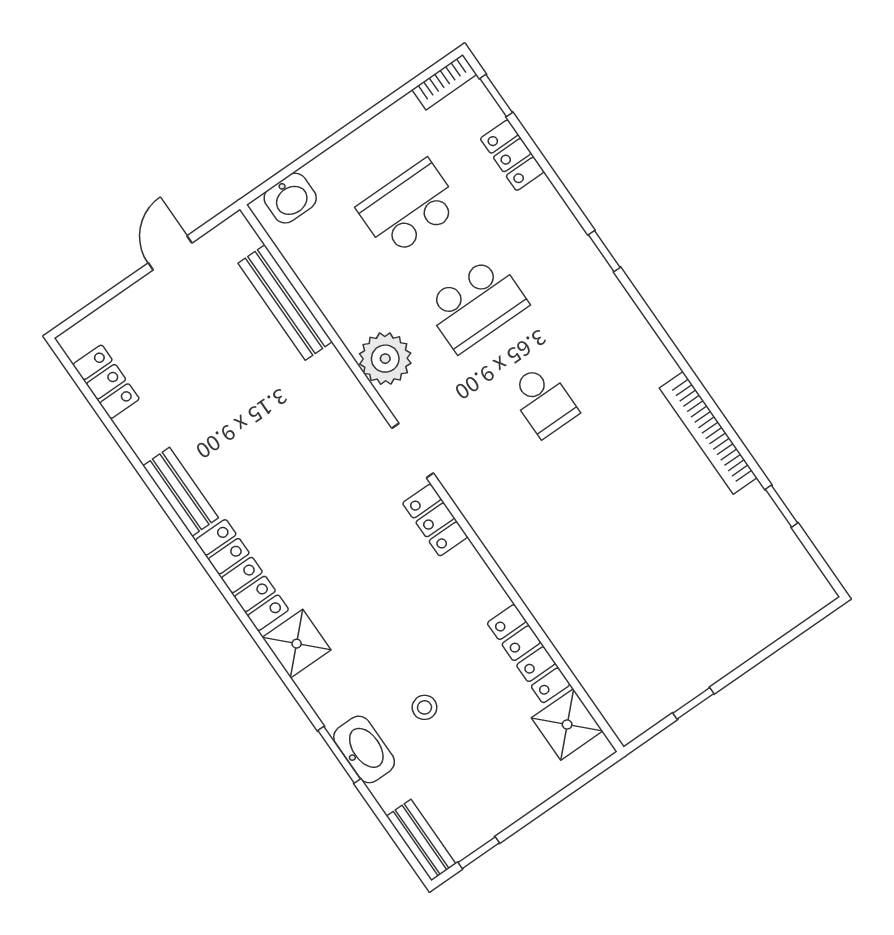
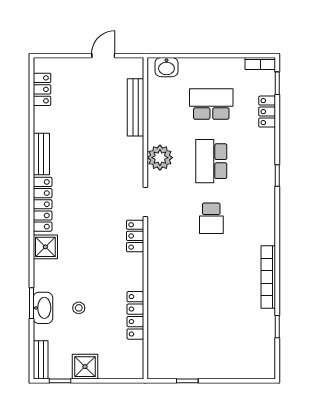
school desk: (476, 304) -> (211, 161), turned 90
shower: (567, 724) -> (85, 367), moved

